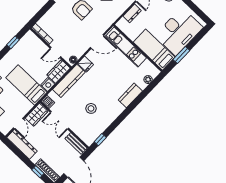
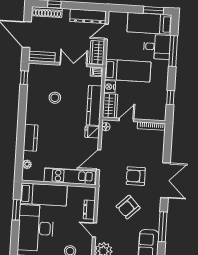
door: (18, 124) -> (106, 32), hinge flipped

